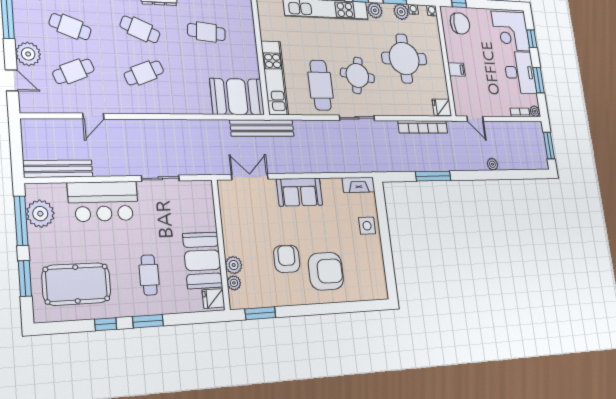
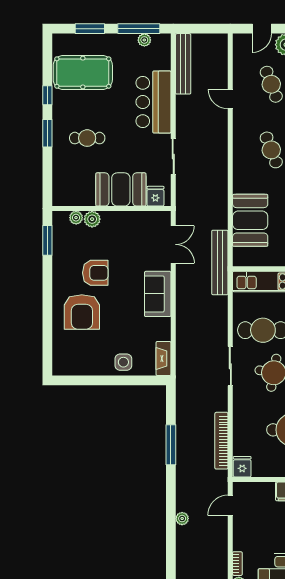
booth: (237, 97) -> (250, 220), moved
plant: (40, 214) -> (144, 40), width x0.53, depth x0.53
booth: (203, 260) -> (121, 189), moved
pool table: (76, 284) -> (83, 73), turned 90
fridge: (213, 298) -> (155, 196), moved

